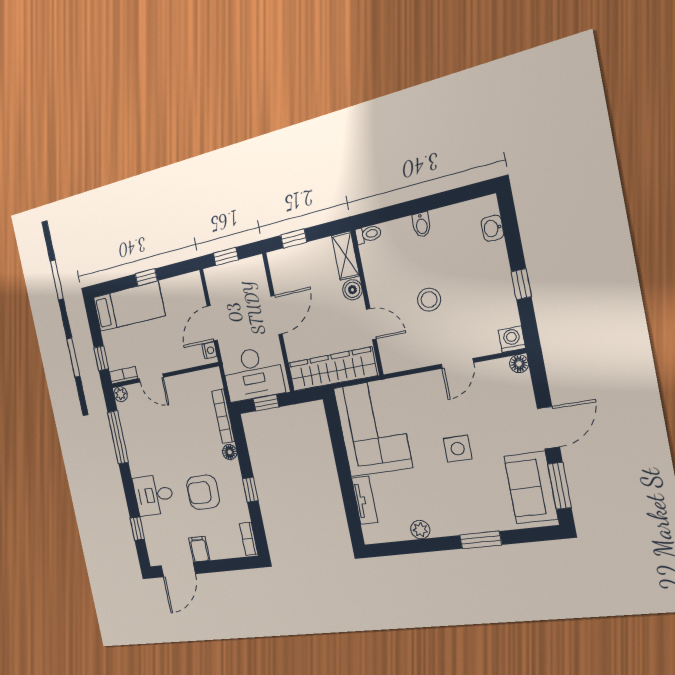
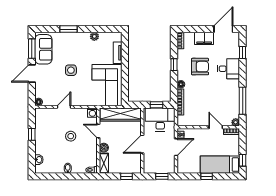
washing machine: (512, 339) -> (92, 113), moved
window: (101, 358) -> (243, 160), moved
filing cabinet: (199, 549) -> (204, 38), width x2.00

